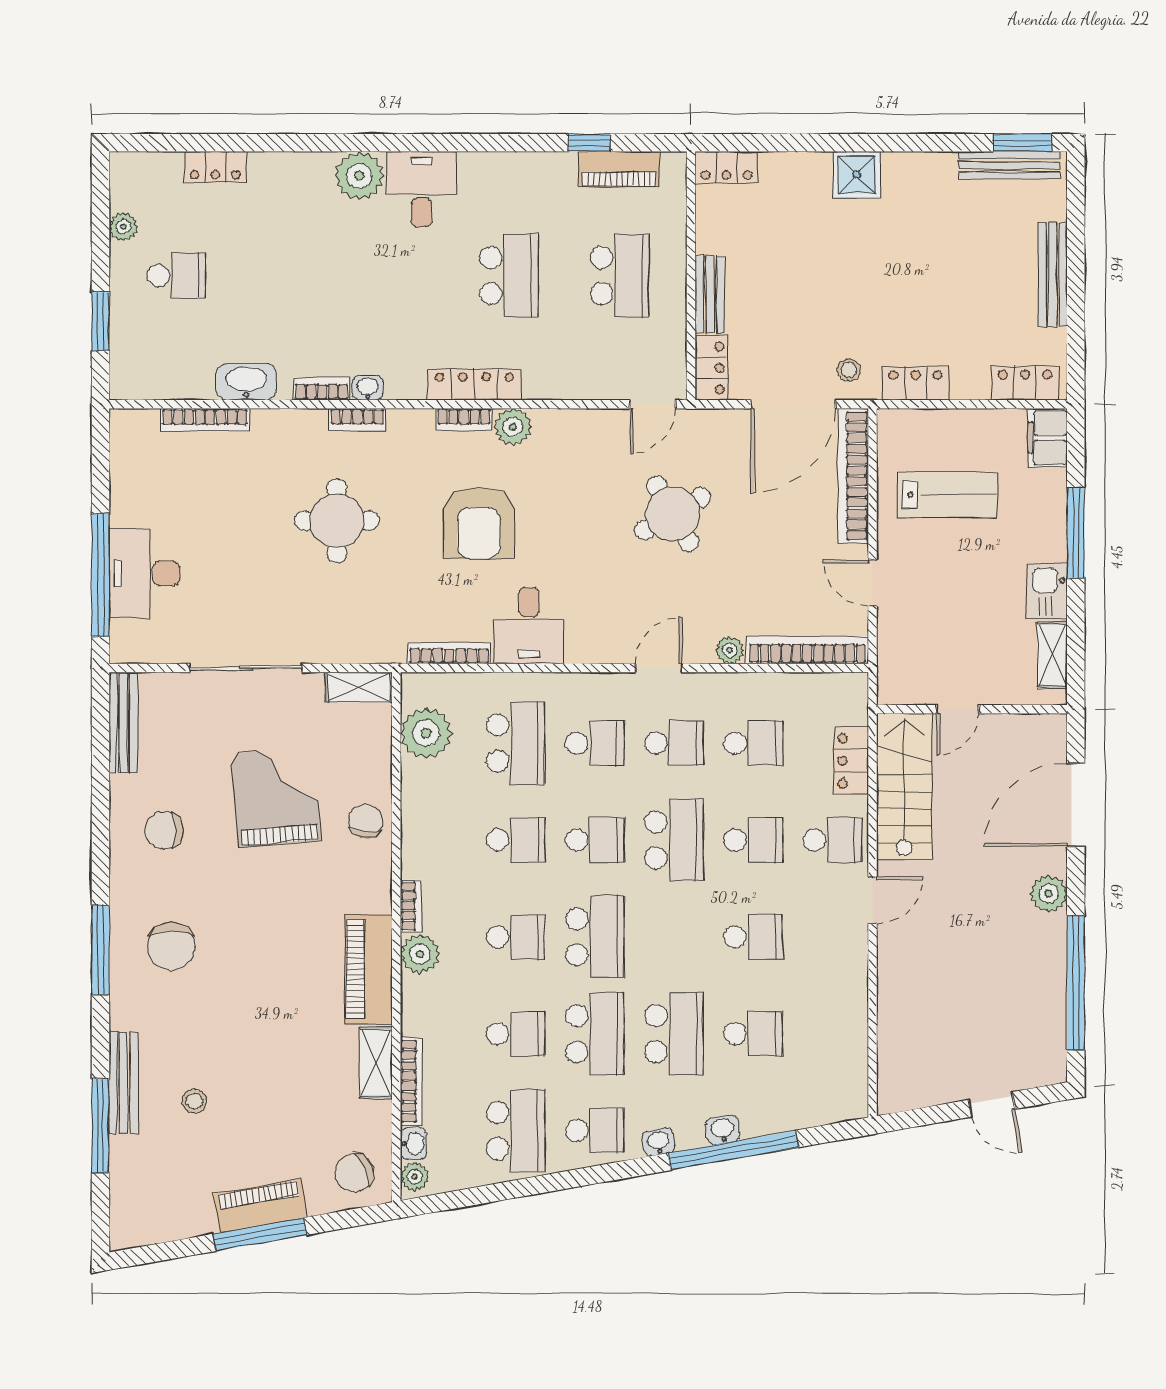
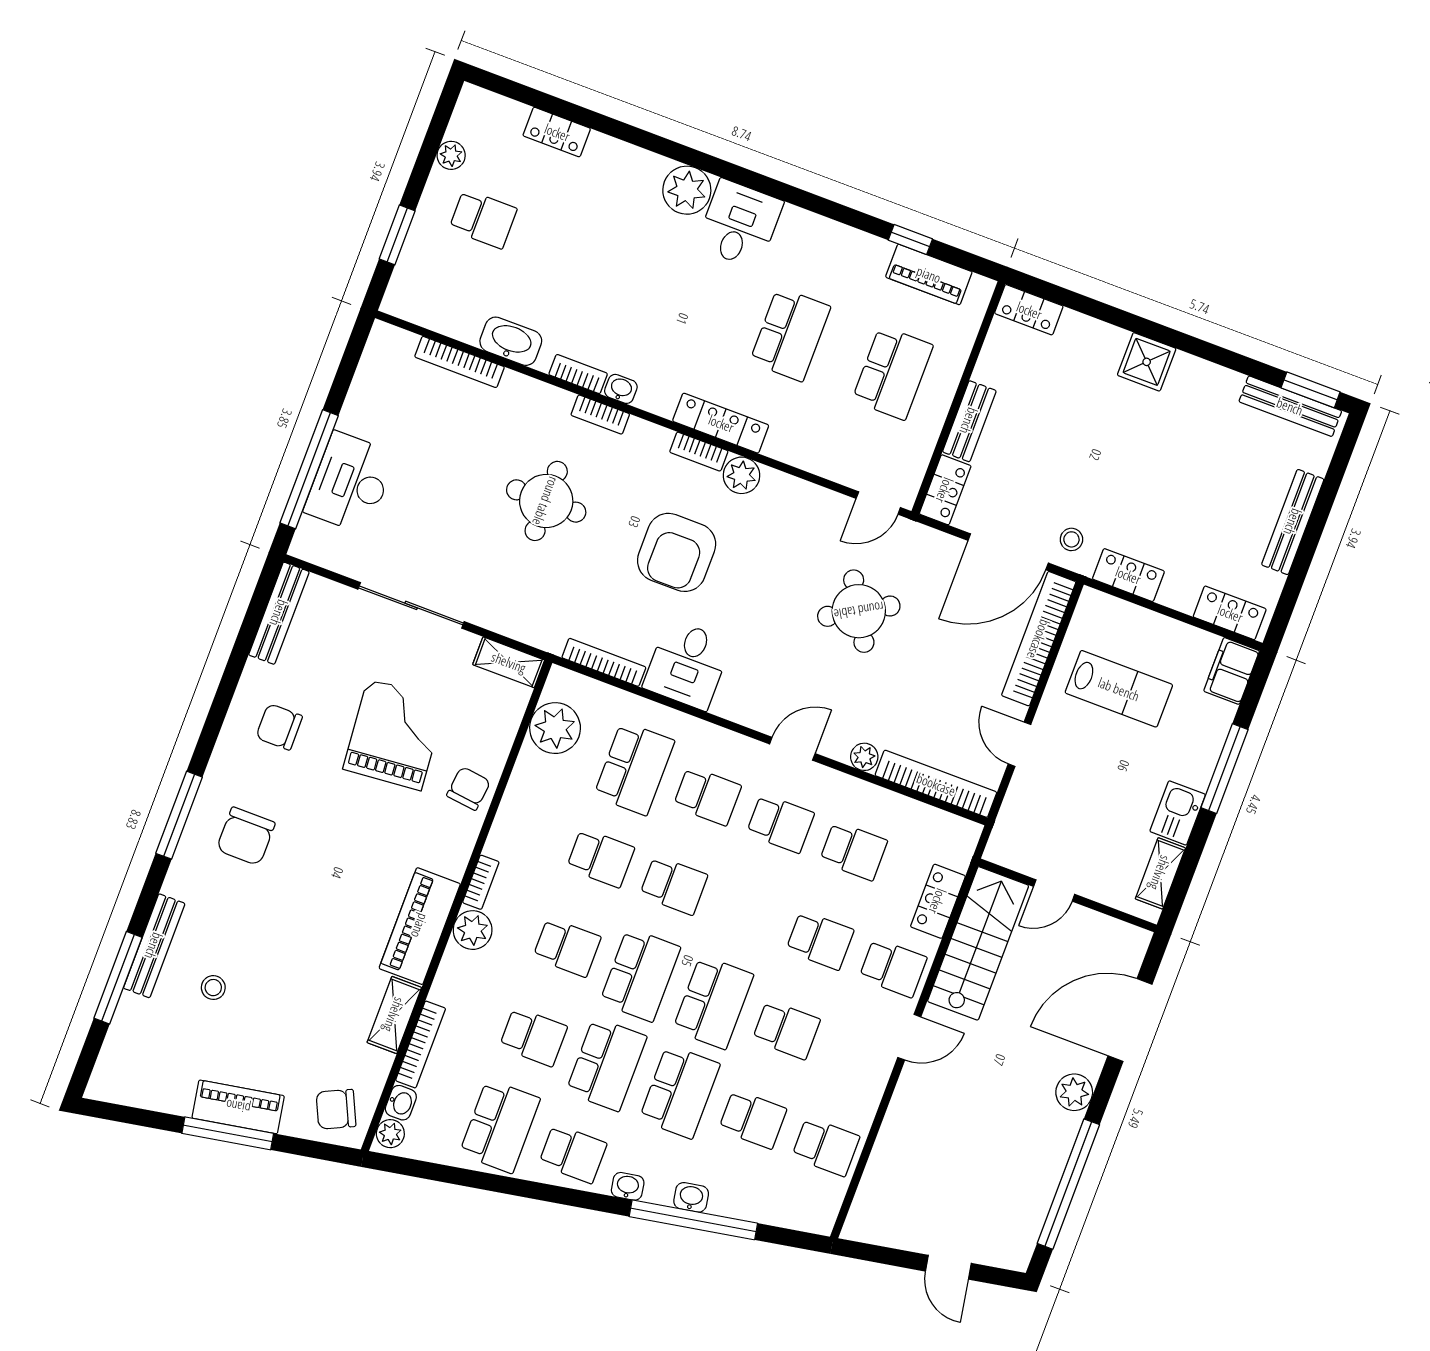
school desk: (674, 840) -> (713, 1002), moved
school desk: (832, 1034) -> (826, 1147), added

